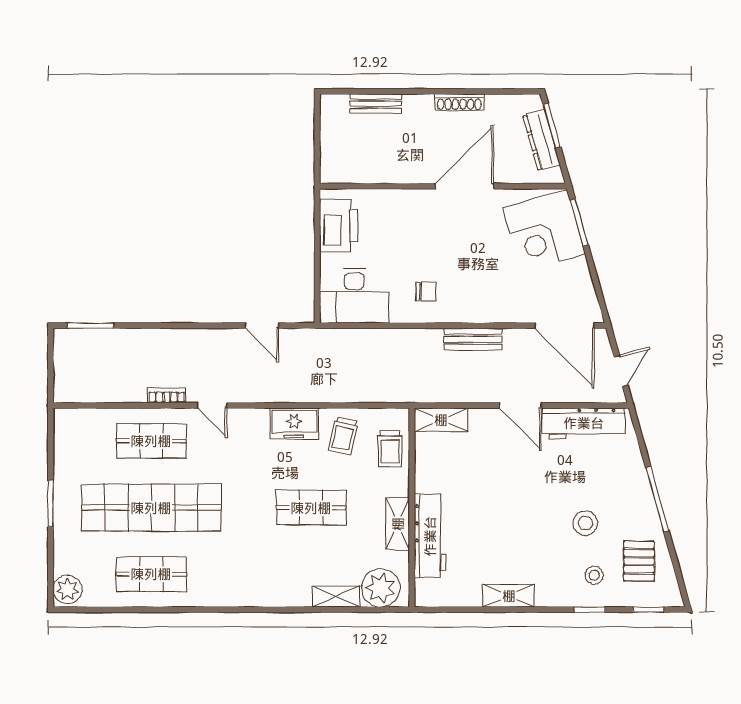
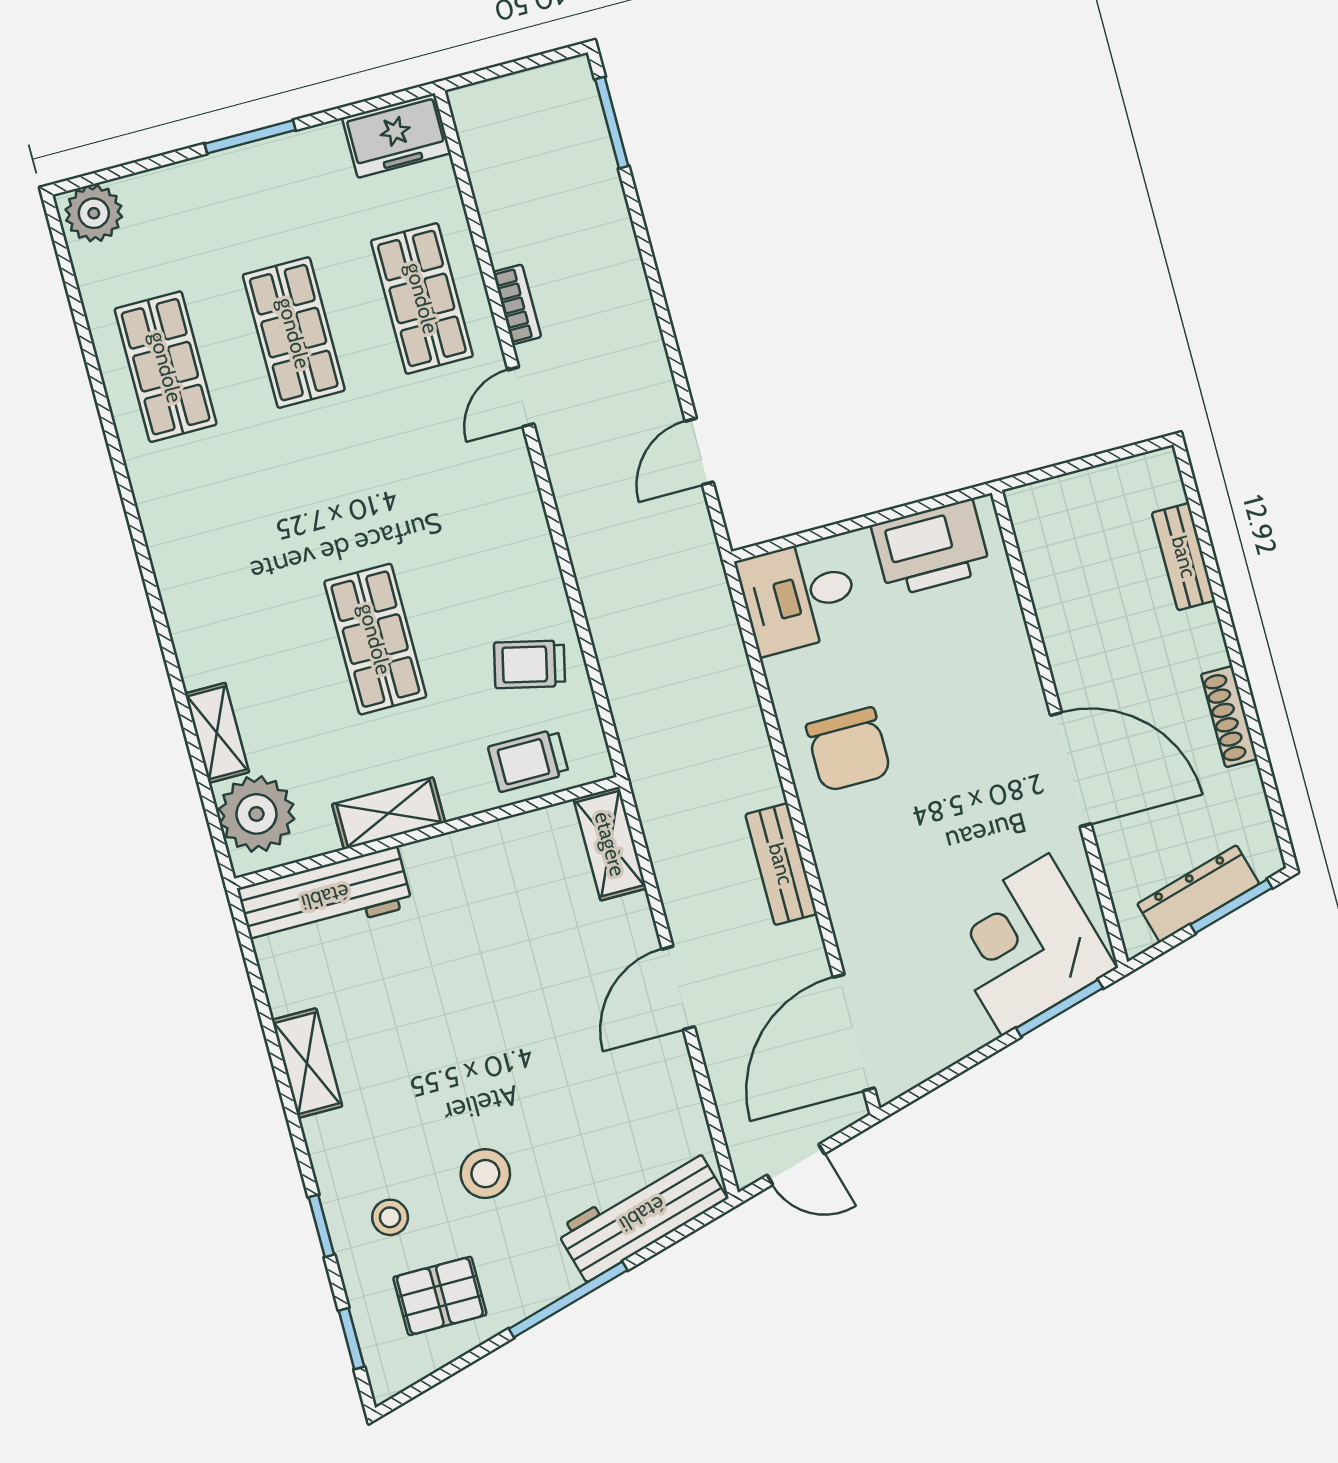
chair: (426, 292) -> (848, 750), width x1.87, depth x1.87
desk: (354, 296) -> (799, 596), width x0.73
workbench: (584, 423) -> (642, 1214), moved, turned 74
freezer: (294, 424) -> (396, 136), moved, turned -90
shop shelf: (151, 508) -> (294, 333), width x0.50, depth x0.74
workbench: (430, 536) -> (325, 897), moved

